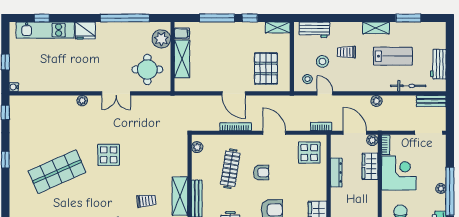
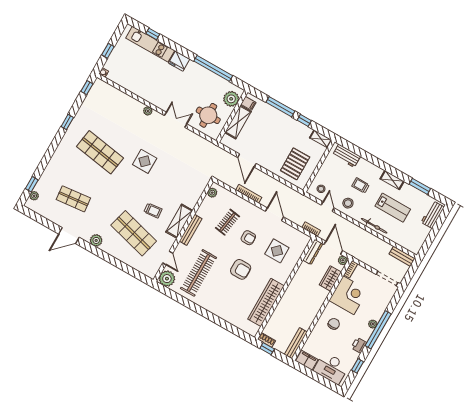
stool: (322, 61) -> (348, 203), moved
workbench: (438, 64) -> (433, 215), moved
bicycle: (408, 86) -> (374, 226), moved
double door: (116, 93) -> (176, 120), swing flipped
door: (234, 93) -> (247, 160), moved
plant: (376, 101) -> (362, 233), removed
display table: (309, 153) -> (277, 251), moved
clothes rail: (230, 169) -> (227, 222), width x0.73
shop shelf: (57, 172) -> (100, 152), turned 33
dresser: (336, 172) -> (313, 252), moved

